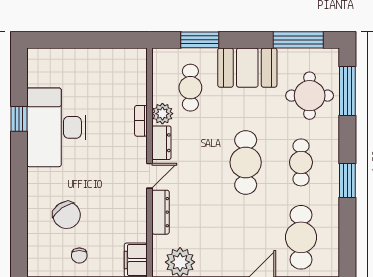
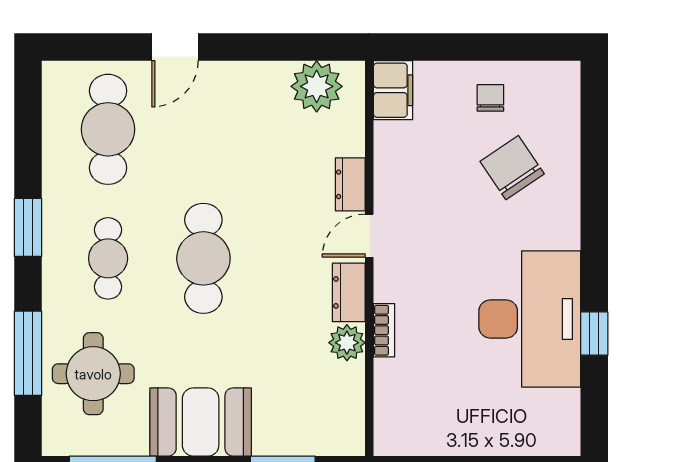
cafe table: (190, 88) -> (299, 387), removed
window: (347, 91) -> (28, 353), moved
dresser: (161, 212) -> (350, 184), width x0.70

